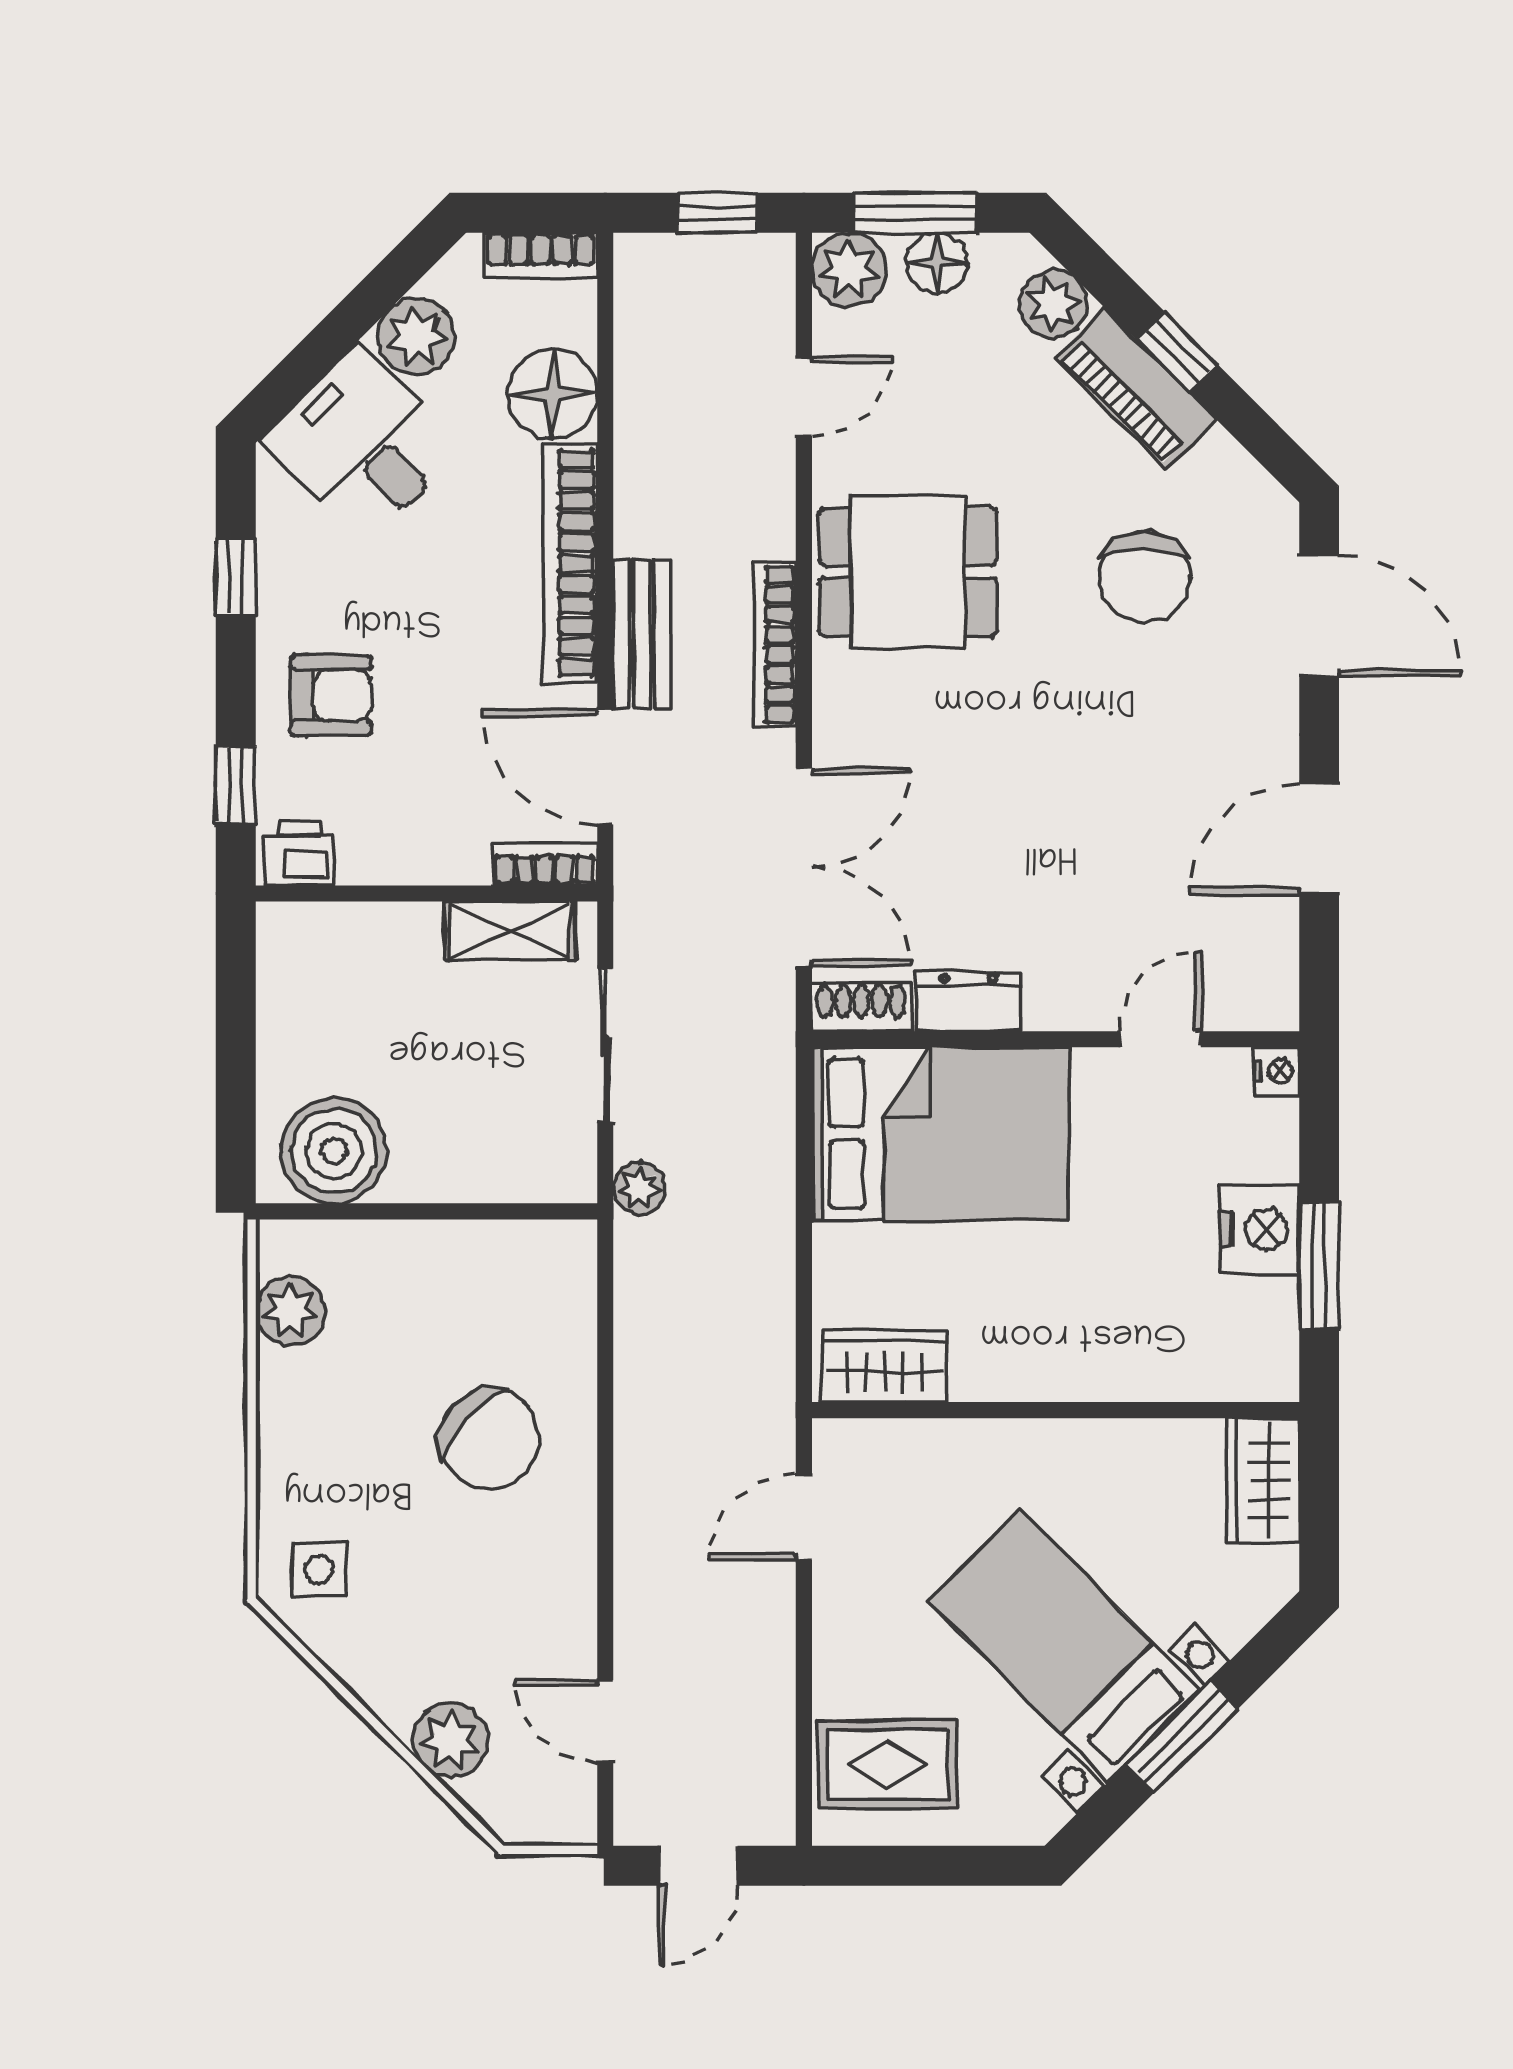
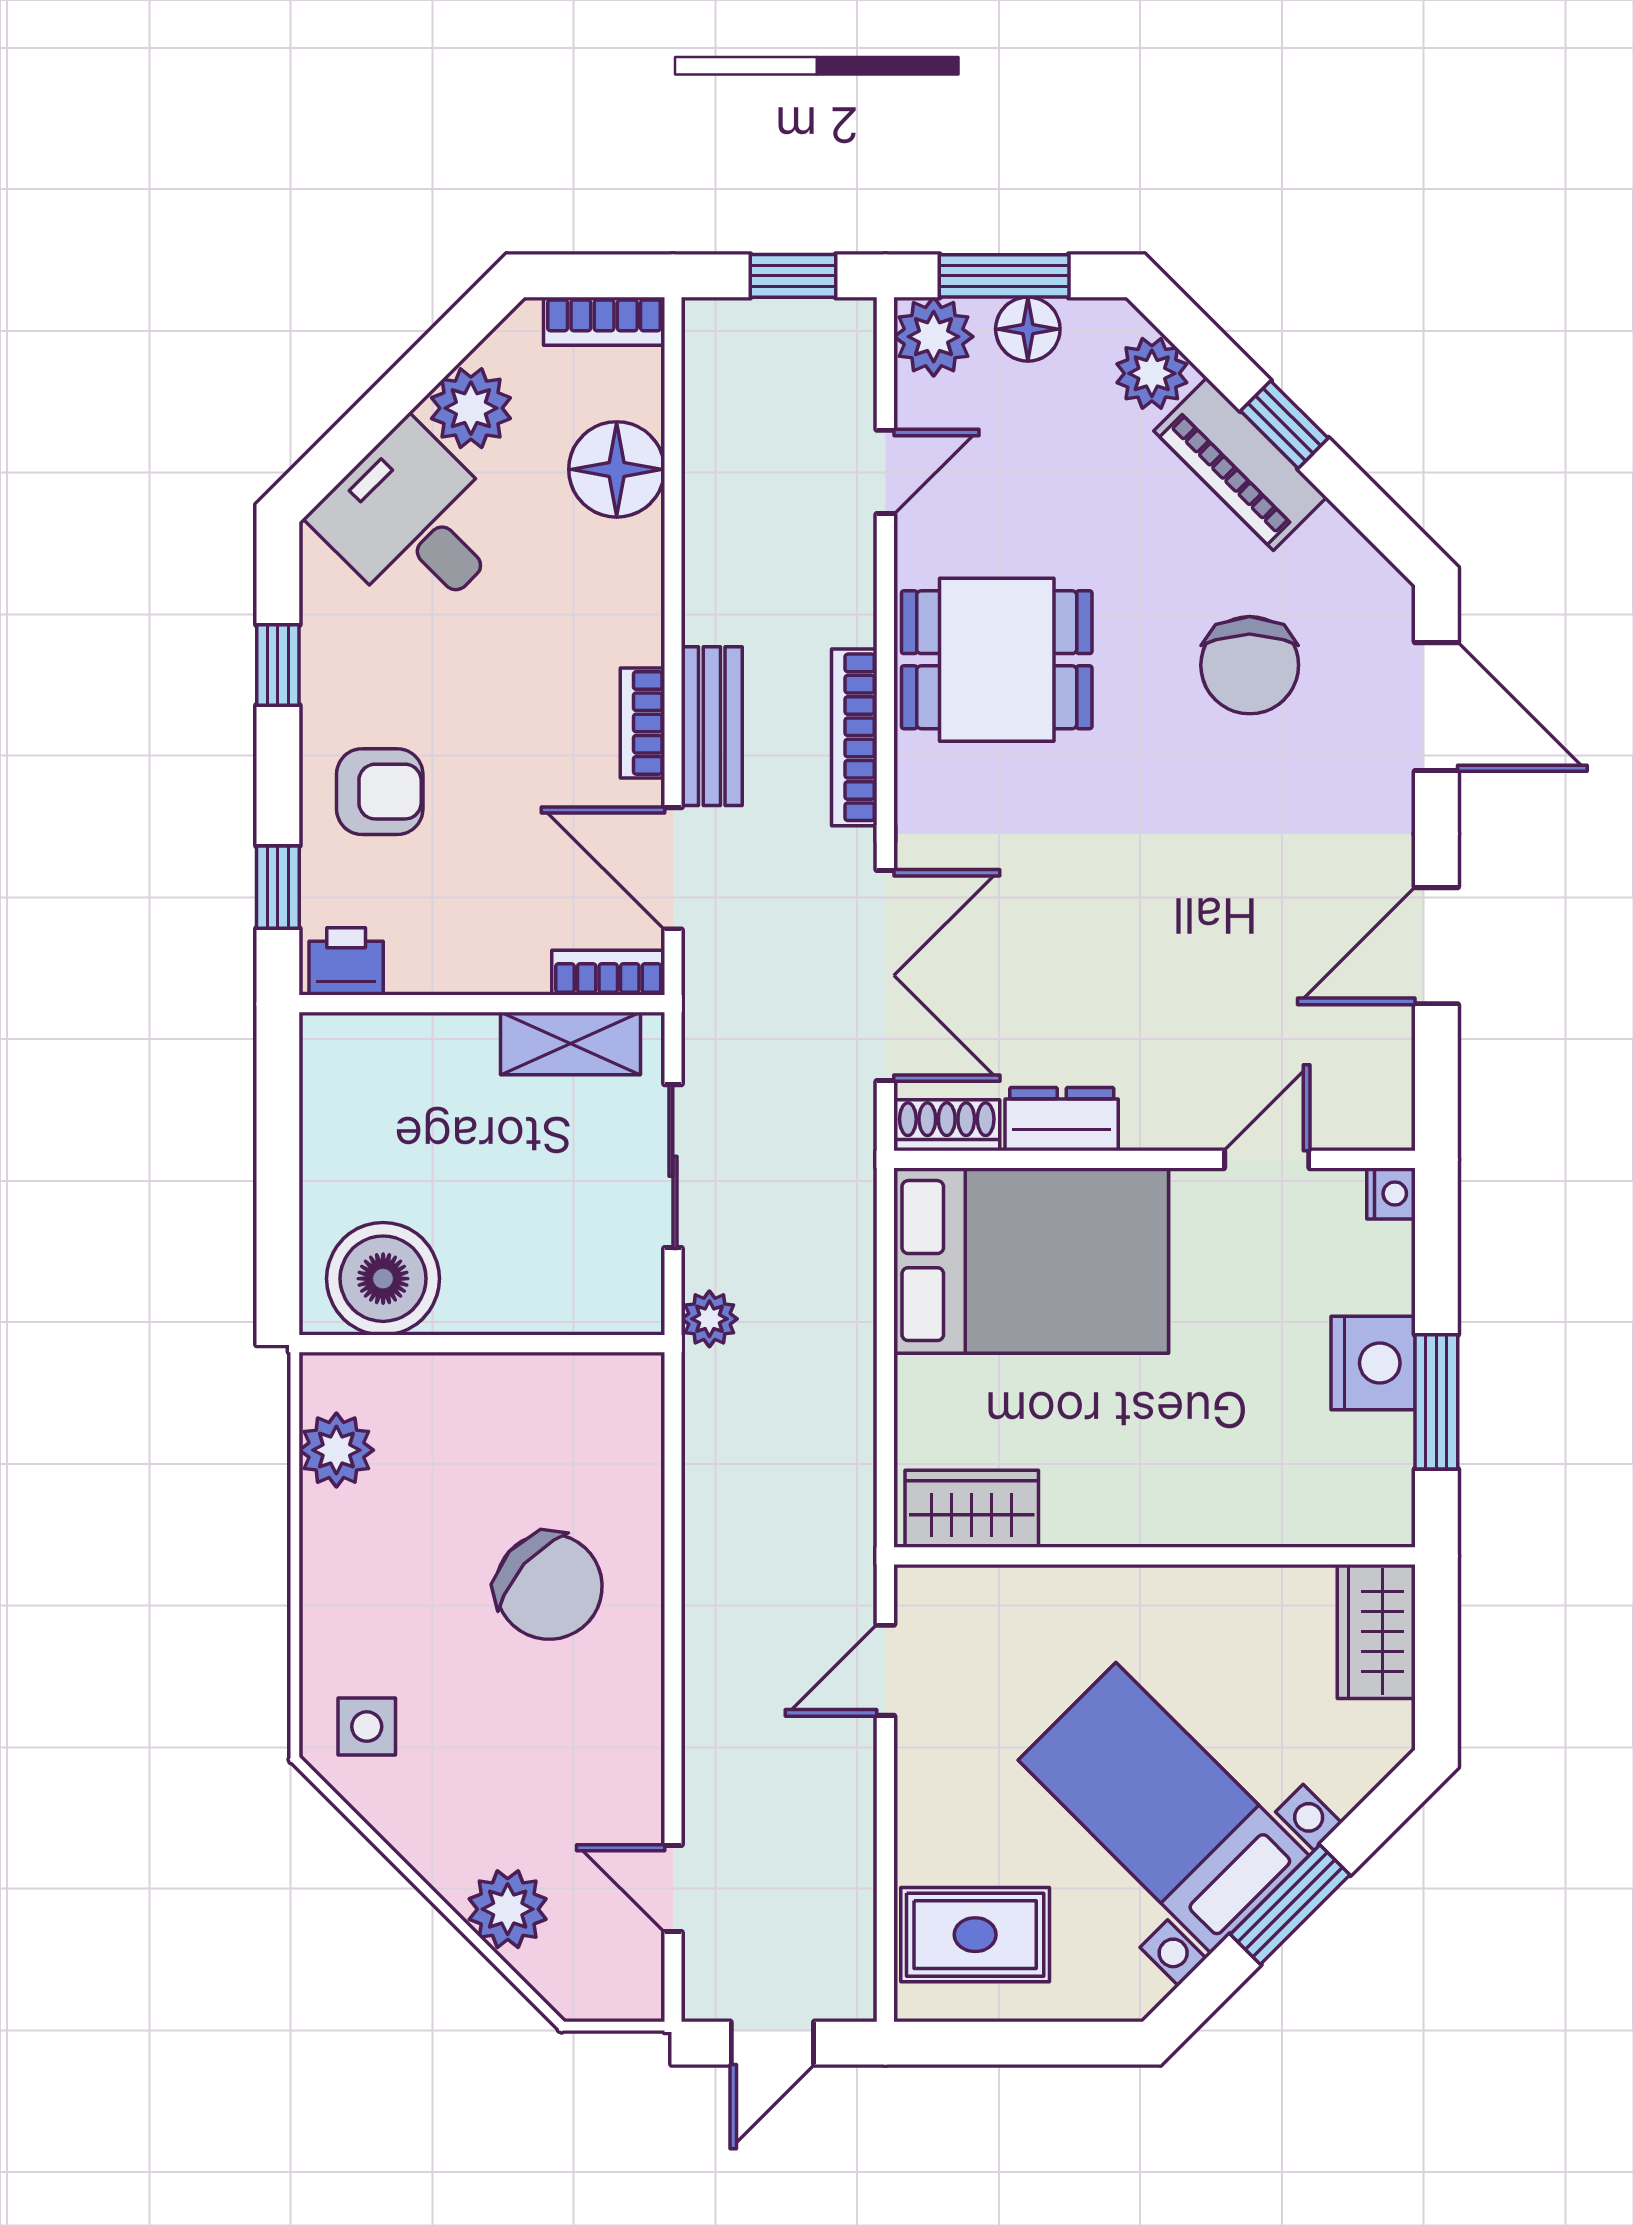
bookcase: (570, 563) -> (642, 723), width x0.43, depth x0.76

